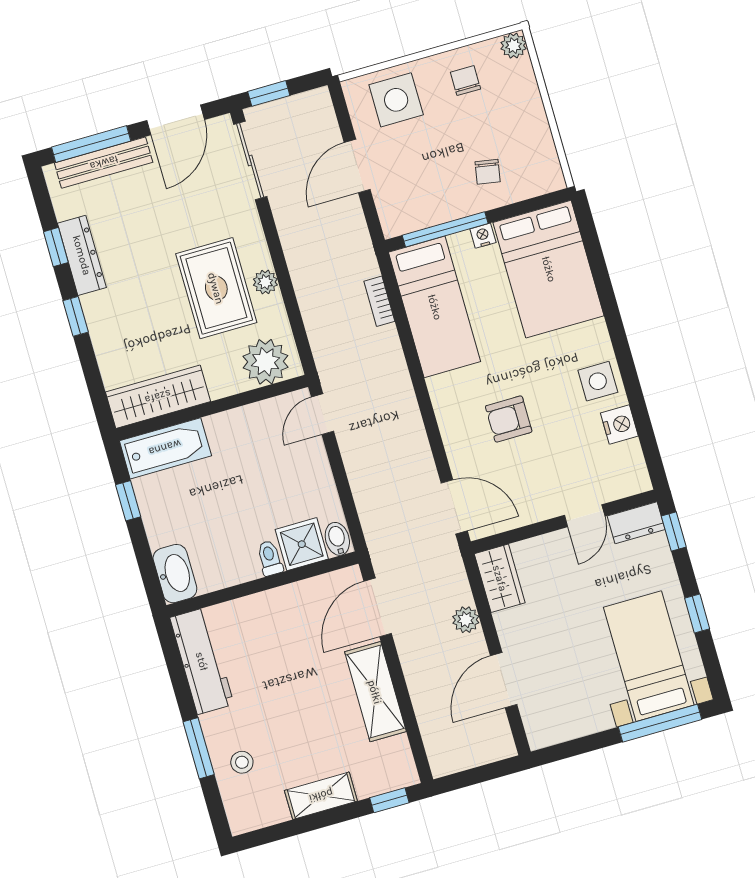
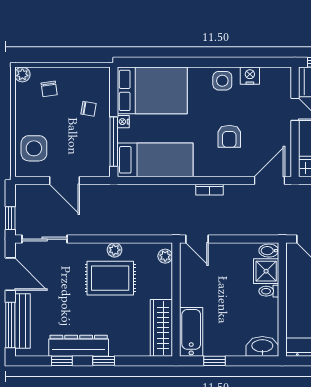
chair: (465, 81) -> (49, 89), moved, turned -98
dresser: (82, 255) -> (79, 346), width x1.37, depth x1.24
bookcase: (379, 301) -> (209, 190), moved
plant: (266, 362) -> (165, 256), width x0.53, depth x0.53

